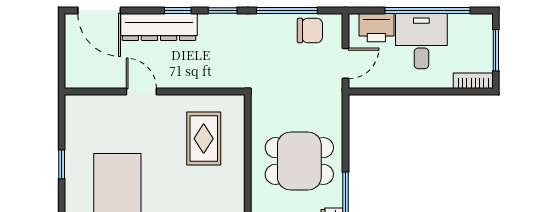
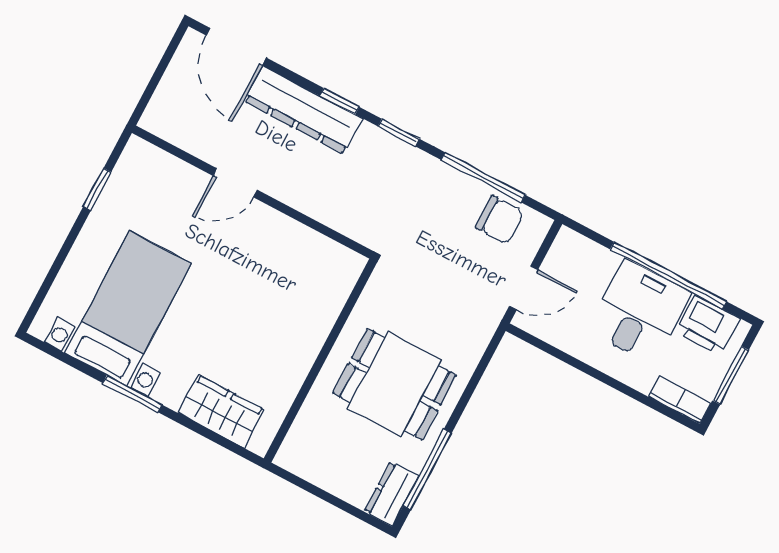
printer: (376, 28) -> (708, 325), moved
door: (141, 92) -> (235, 183), swing flipped
rug: (204, 139) -> (284, 288), removed
window: (62, 164) -> (97, 189), moved

